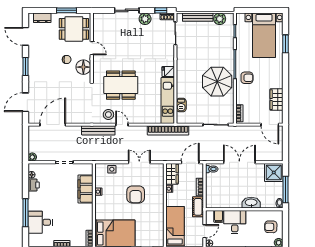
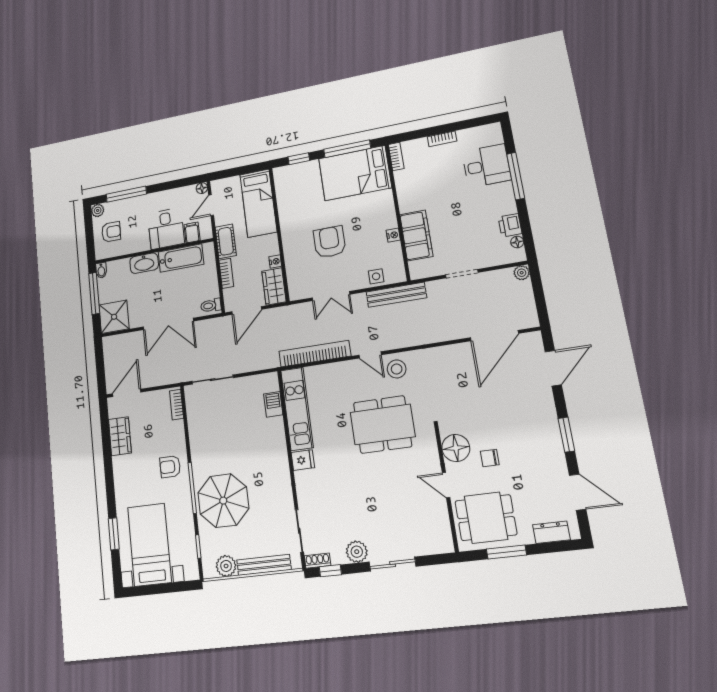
parasol: (217, 82) -> (223, 501), moved
door: (270, 125) -> (127, 393), hinge flipped
bench: (98, 130) -> (396, 295), moved
bookcase: (168, 130) -> (315, 354), moved
bathtub: (227, 202) -> (181, 258), added

